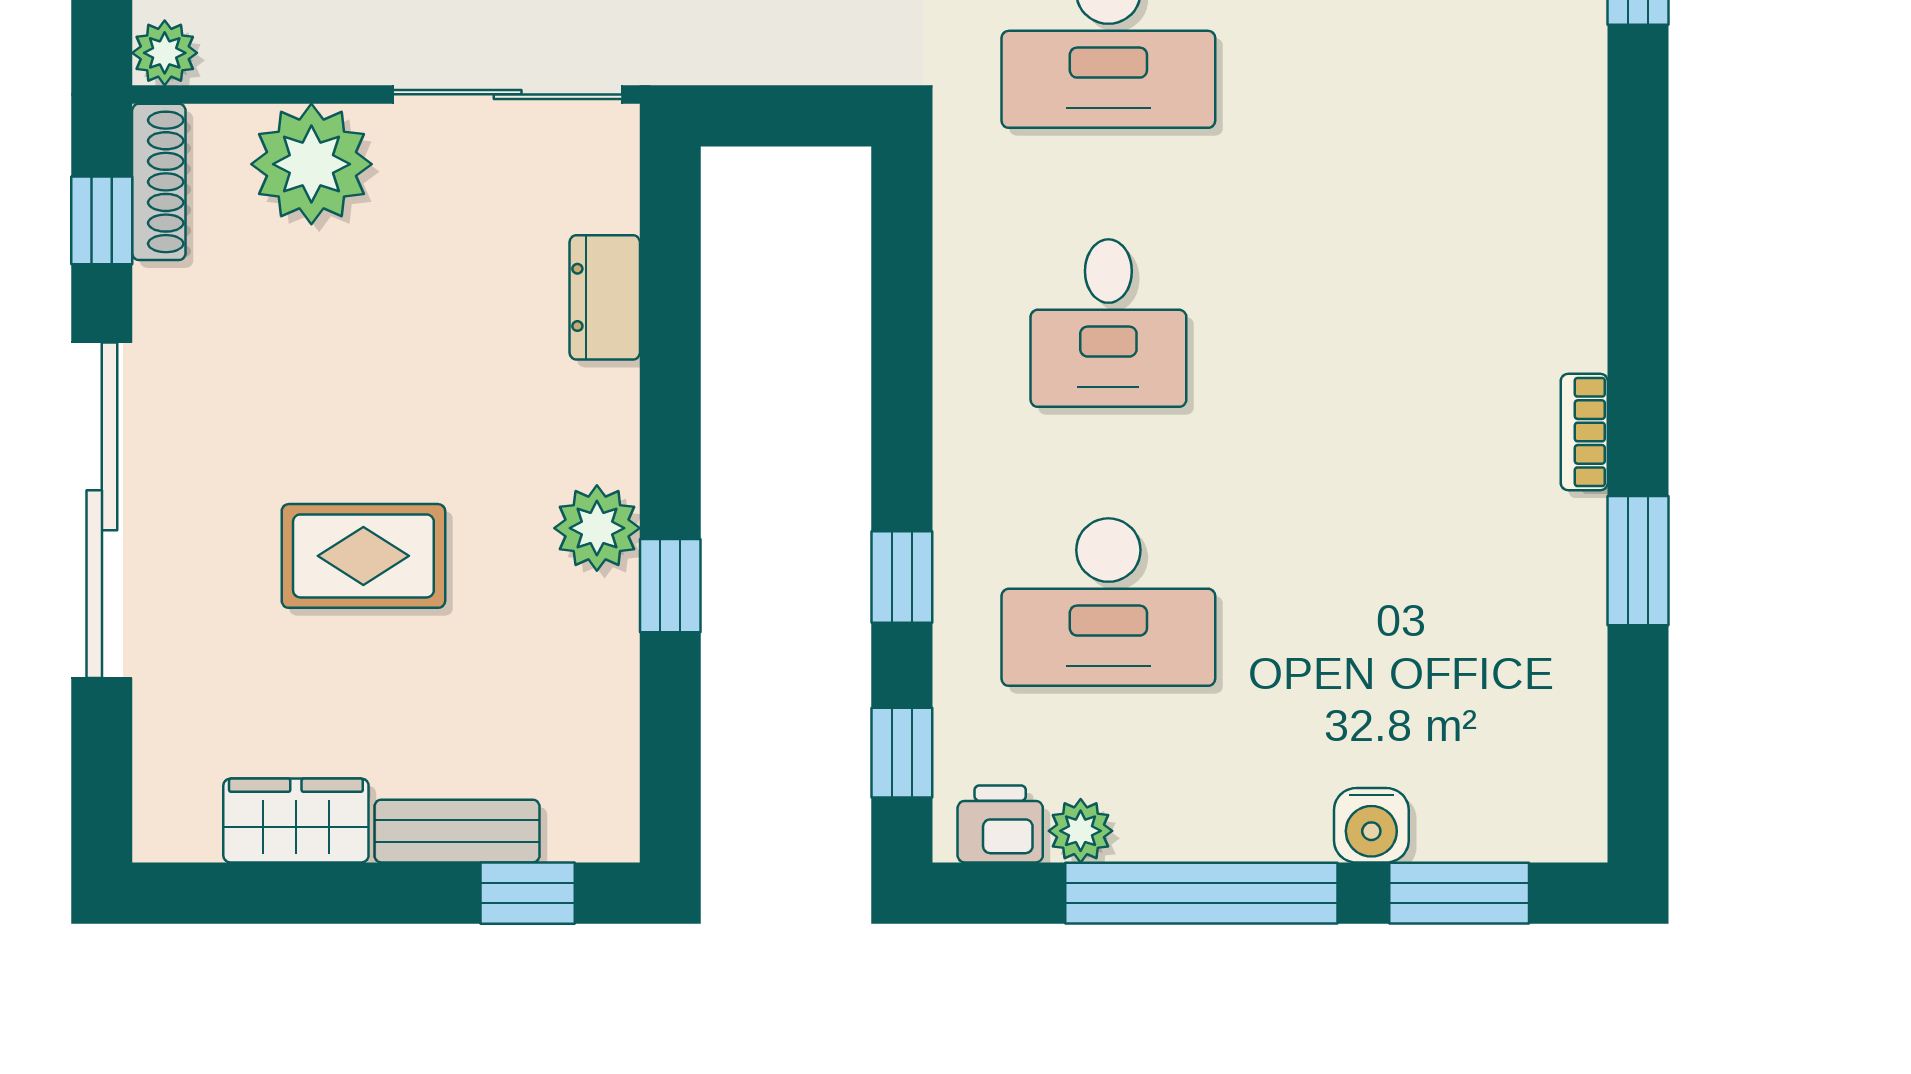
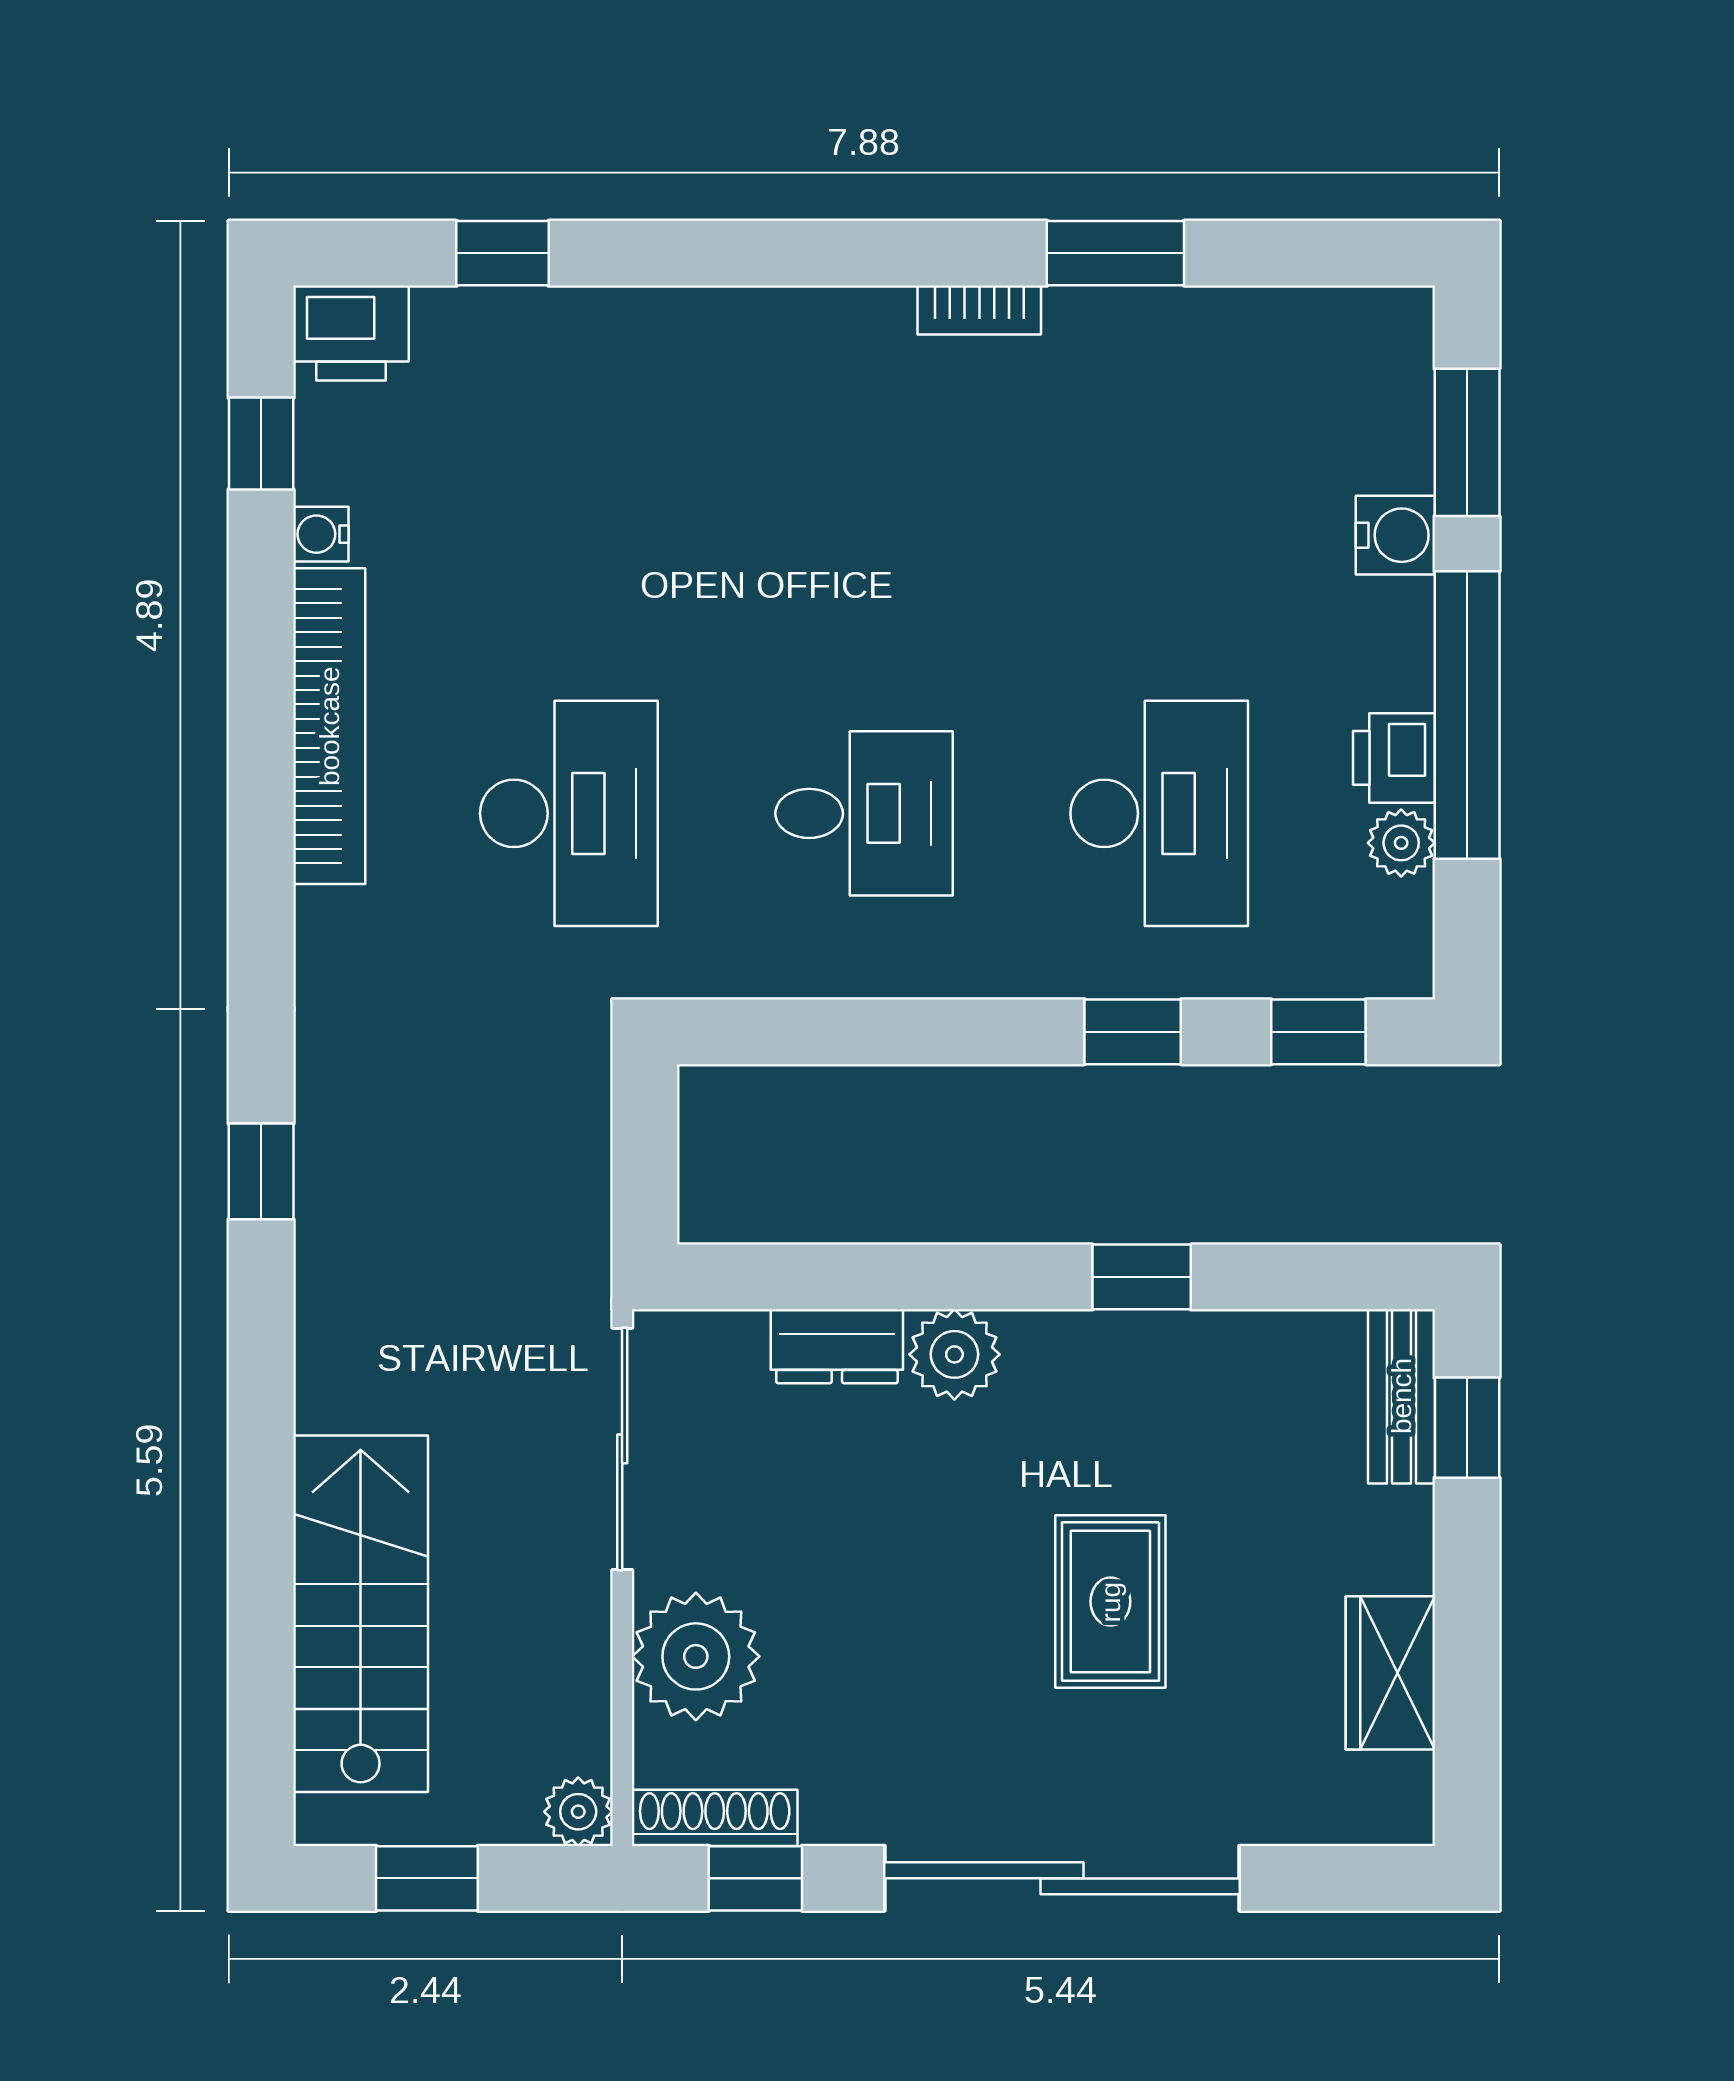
plant: (597, 528) -> (954, 1354), moved
printer: (1000, 824) -> (1394, 758), moved
bench: (457, 831) -> (1401, 1396), moved

